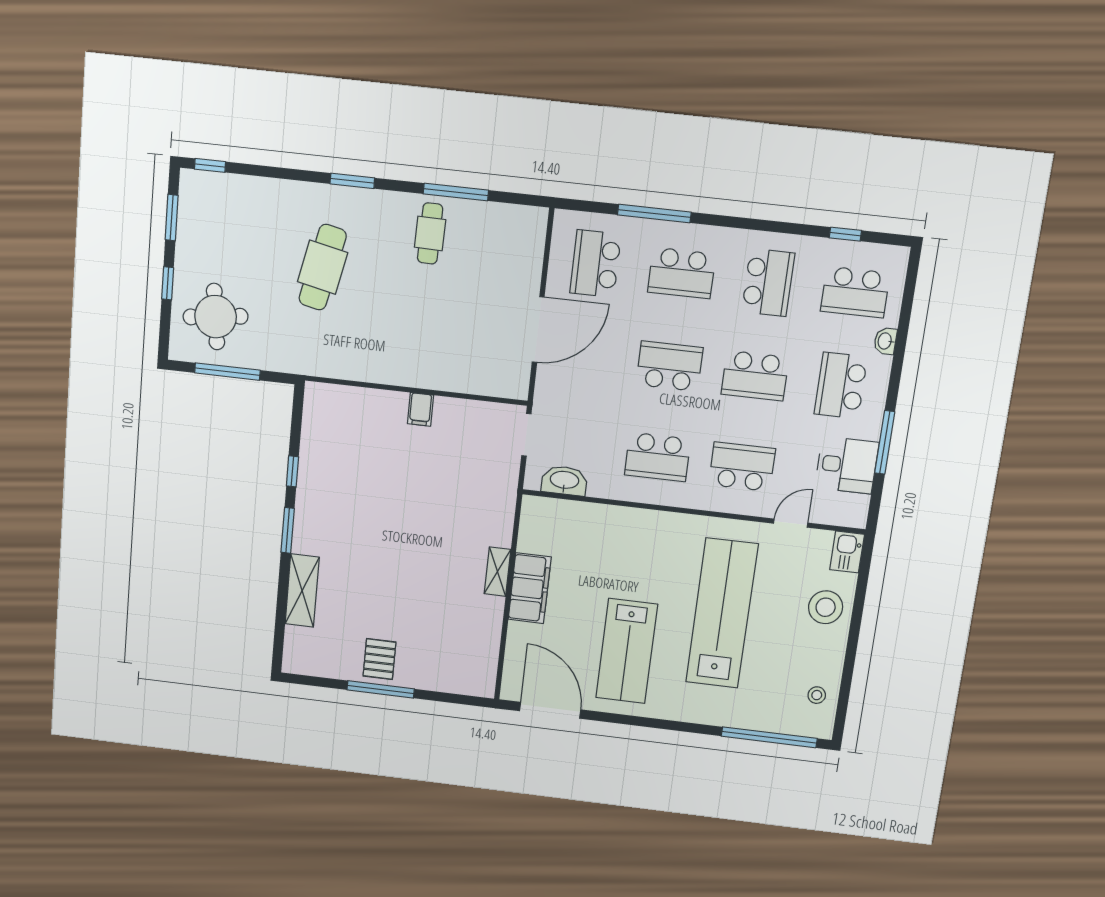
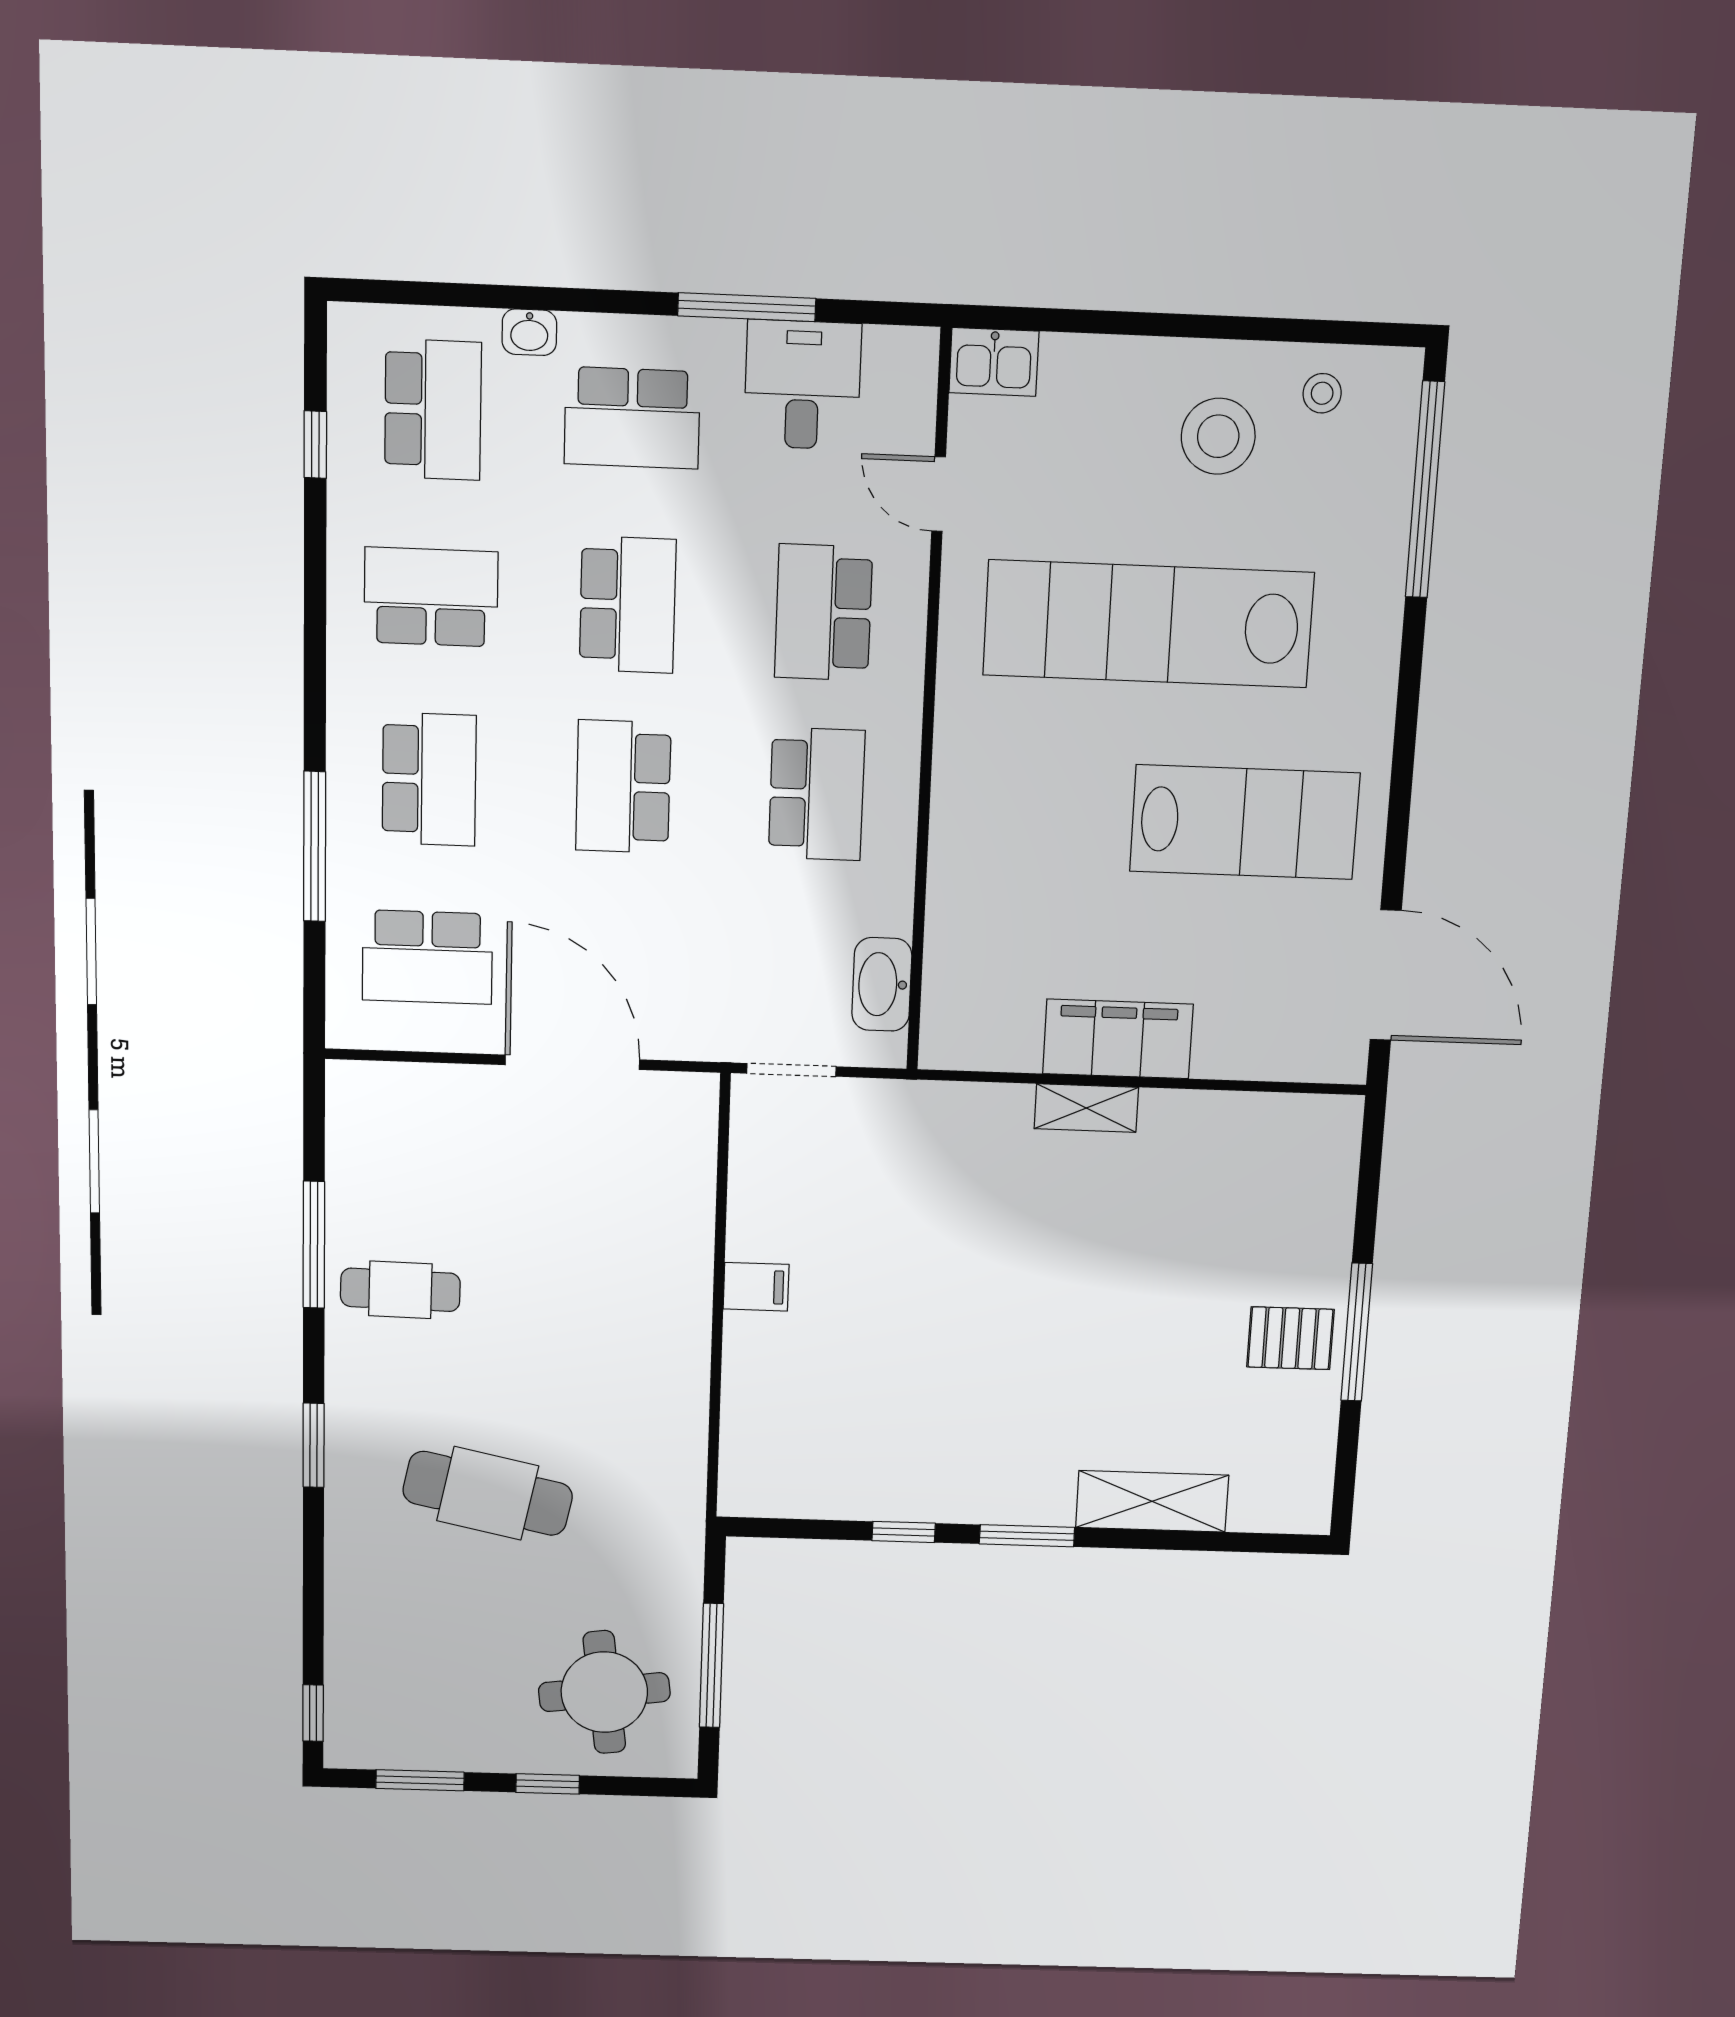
stool: (826, 607) -> (1218, 436), moved
door: (550, 710) -> (1386, 975), swing flipped

